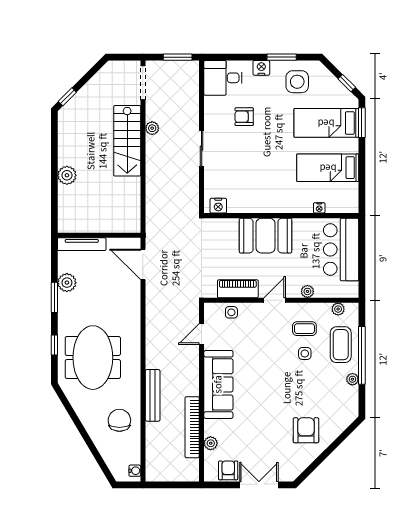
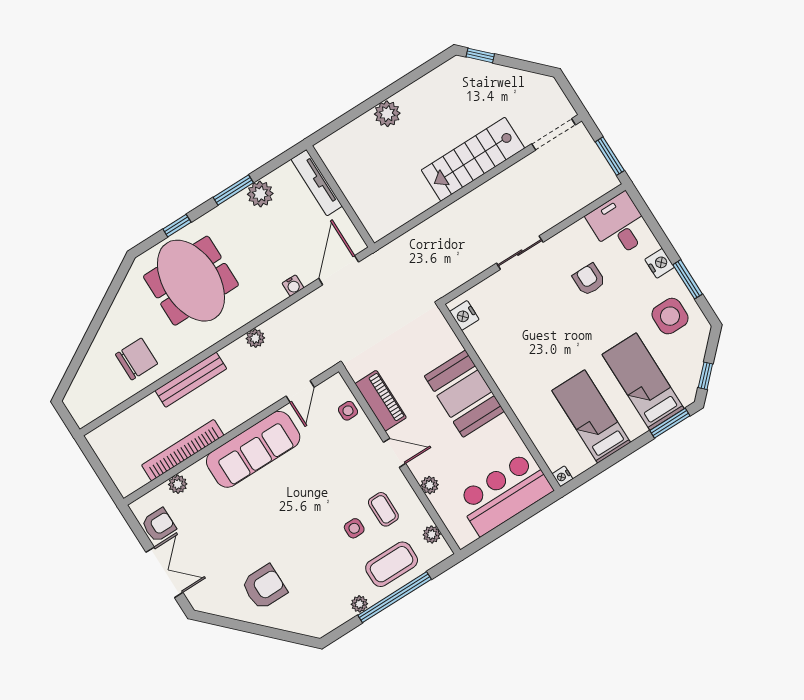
plant: (152, 128) -> (255, 338), moved
nightstand: (319, 208) -> (562, 476), moved
door: (202, 334) -> (300, 392), swing flipped
meeting table: (93, 358) -> (191, 281), turned 90
water cooler: (135, 471) -> (293, 286), moved

